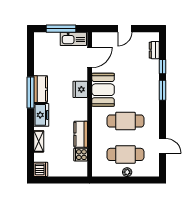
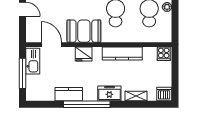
kitchen counter: (41, 89) -> (69, 94), moved
window: (30, 92) -> (87, 104), width x1.46
kitchen counter: (81, 134) -> (122, 54), width x1.50
cooker: (81, 155) -> (164, 54), moved

